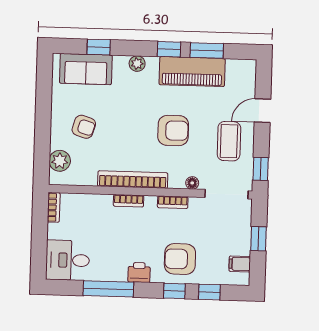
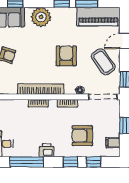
plant: (137, 64) -> (41, 17), width x1.88, depth x1.88
piano: (192, 72) -> (98, 17), moved
armchair: (173, 131) -> (66, 56), turned -90
coffee table: (229, 141) -> (103, 62), turned -36
armchair: (180, 259) -> (82, 136), moved

